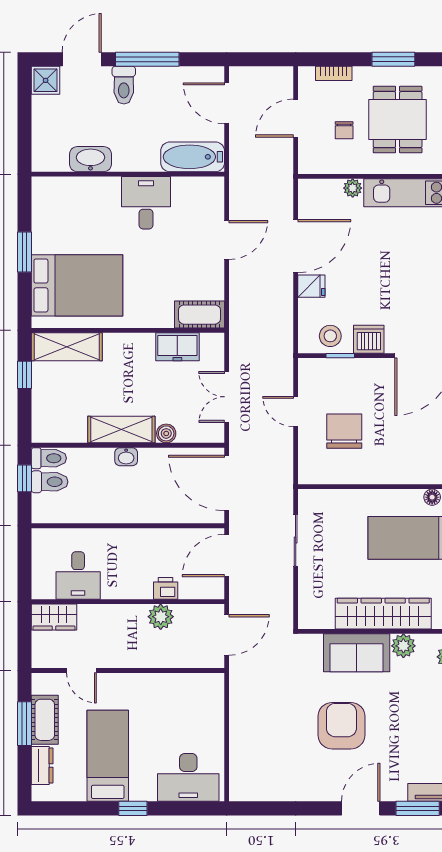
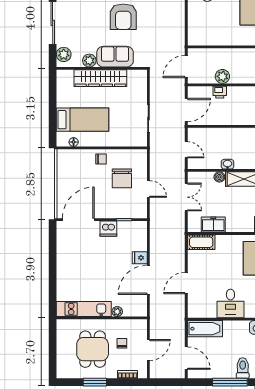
stool: (330, 336) -> (129, 230), removed
washbasin: (126, 457) -> (227, 164), moved
chair: (382, 466) -> (101, 159), added
door: (227, 483) -> (186, 150), width x0.53

